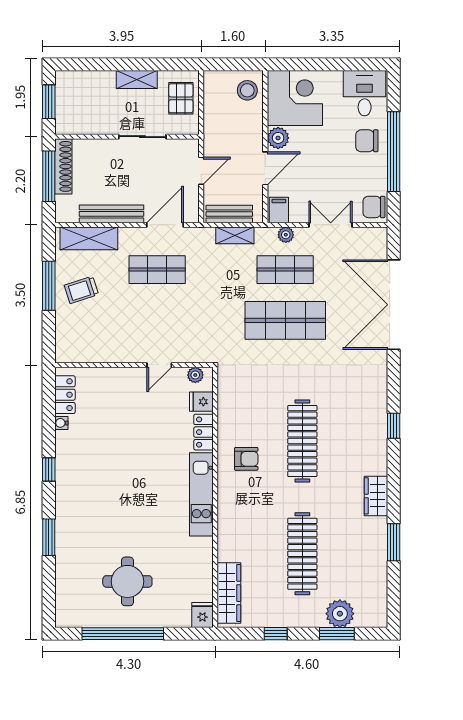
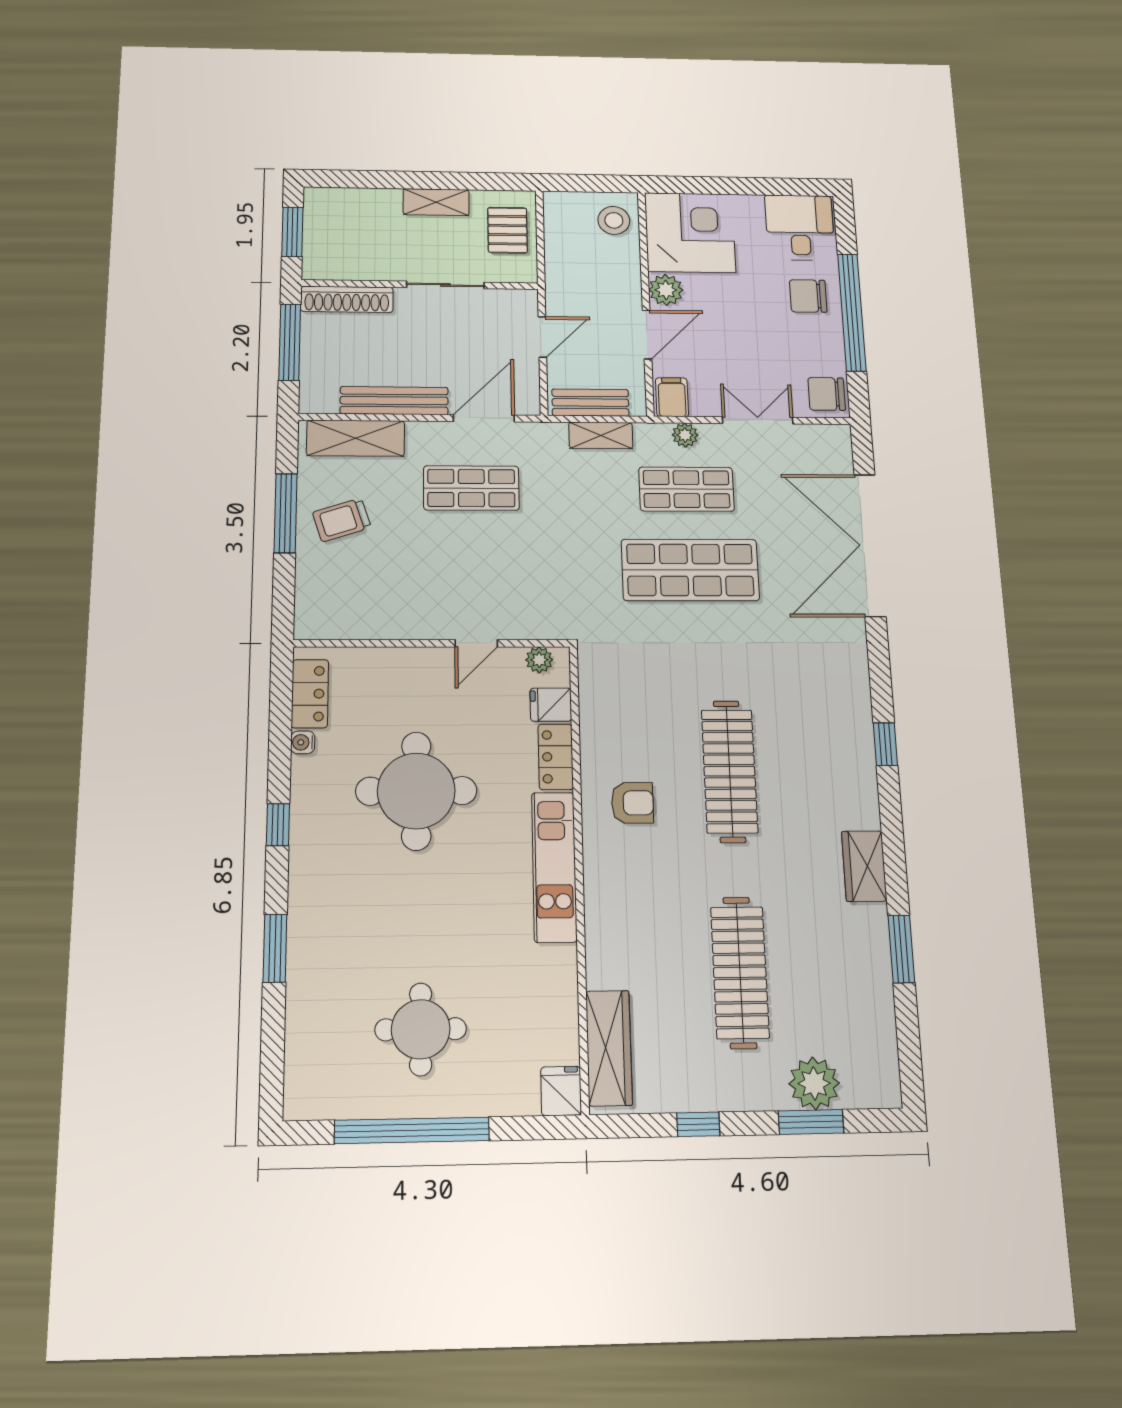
shoe rack: (63, 166) -> (347, 299), moved, turned 90
round table: (125, 451) -> (416, 791), added

